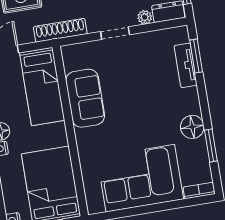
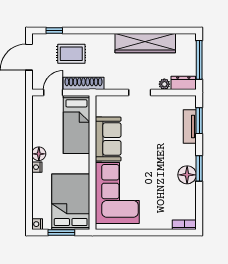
shoe rack: (60, 30) -> (83, 83), moved
window: (211, 145) -> (199, 168), moved
corner sofa: (140, 178) -> (117, 193), moved, turned 90

